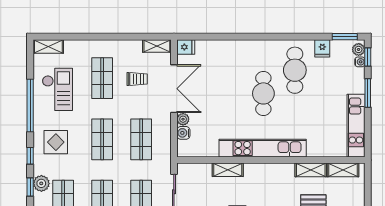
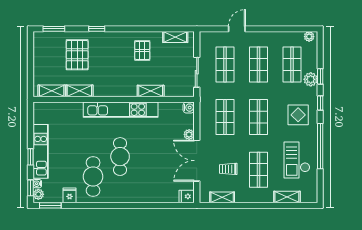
shelving: (48, 46) -> (287, 197), moved
shelving: (157, 46) -> (222, 197), moved
window: (368, 93) -> (30, 157), width x0.67
kitchen unit: (356, 126) -> (41, 151), moved
water cooler: (183, 133) -> (189, 108), moved

